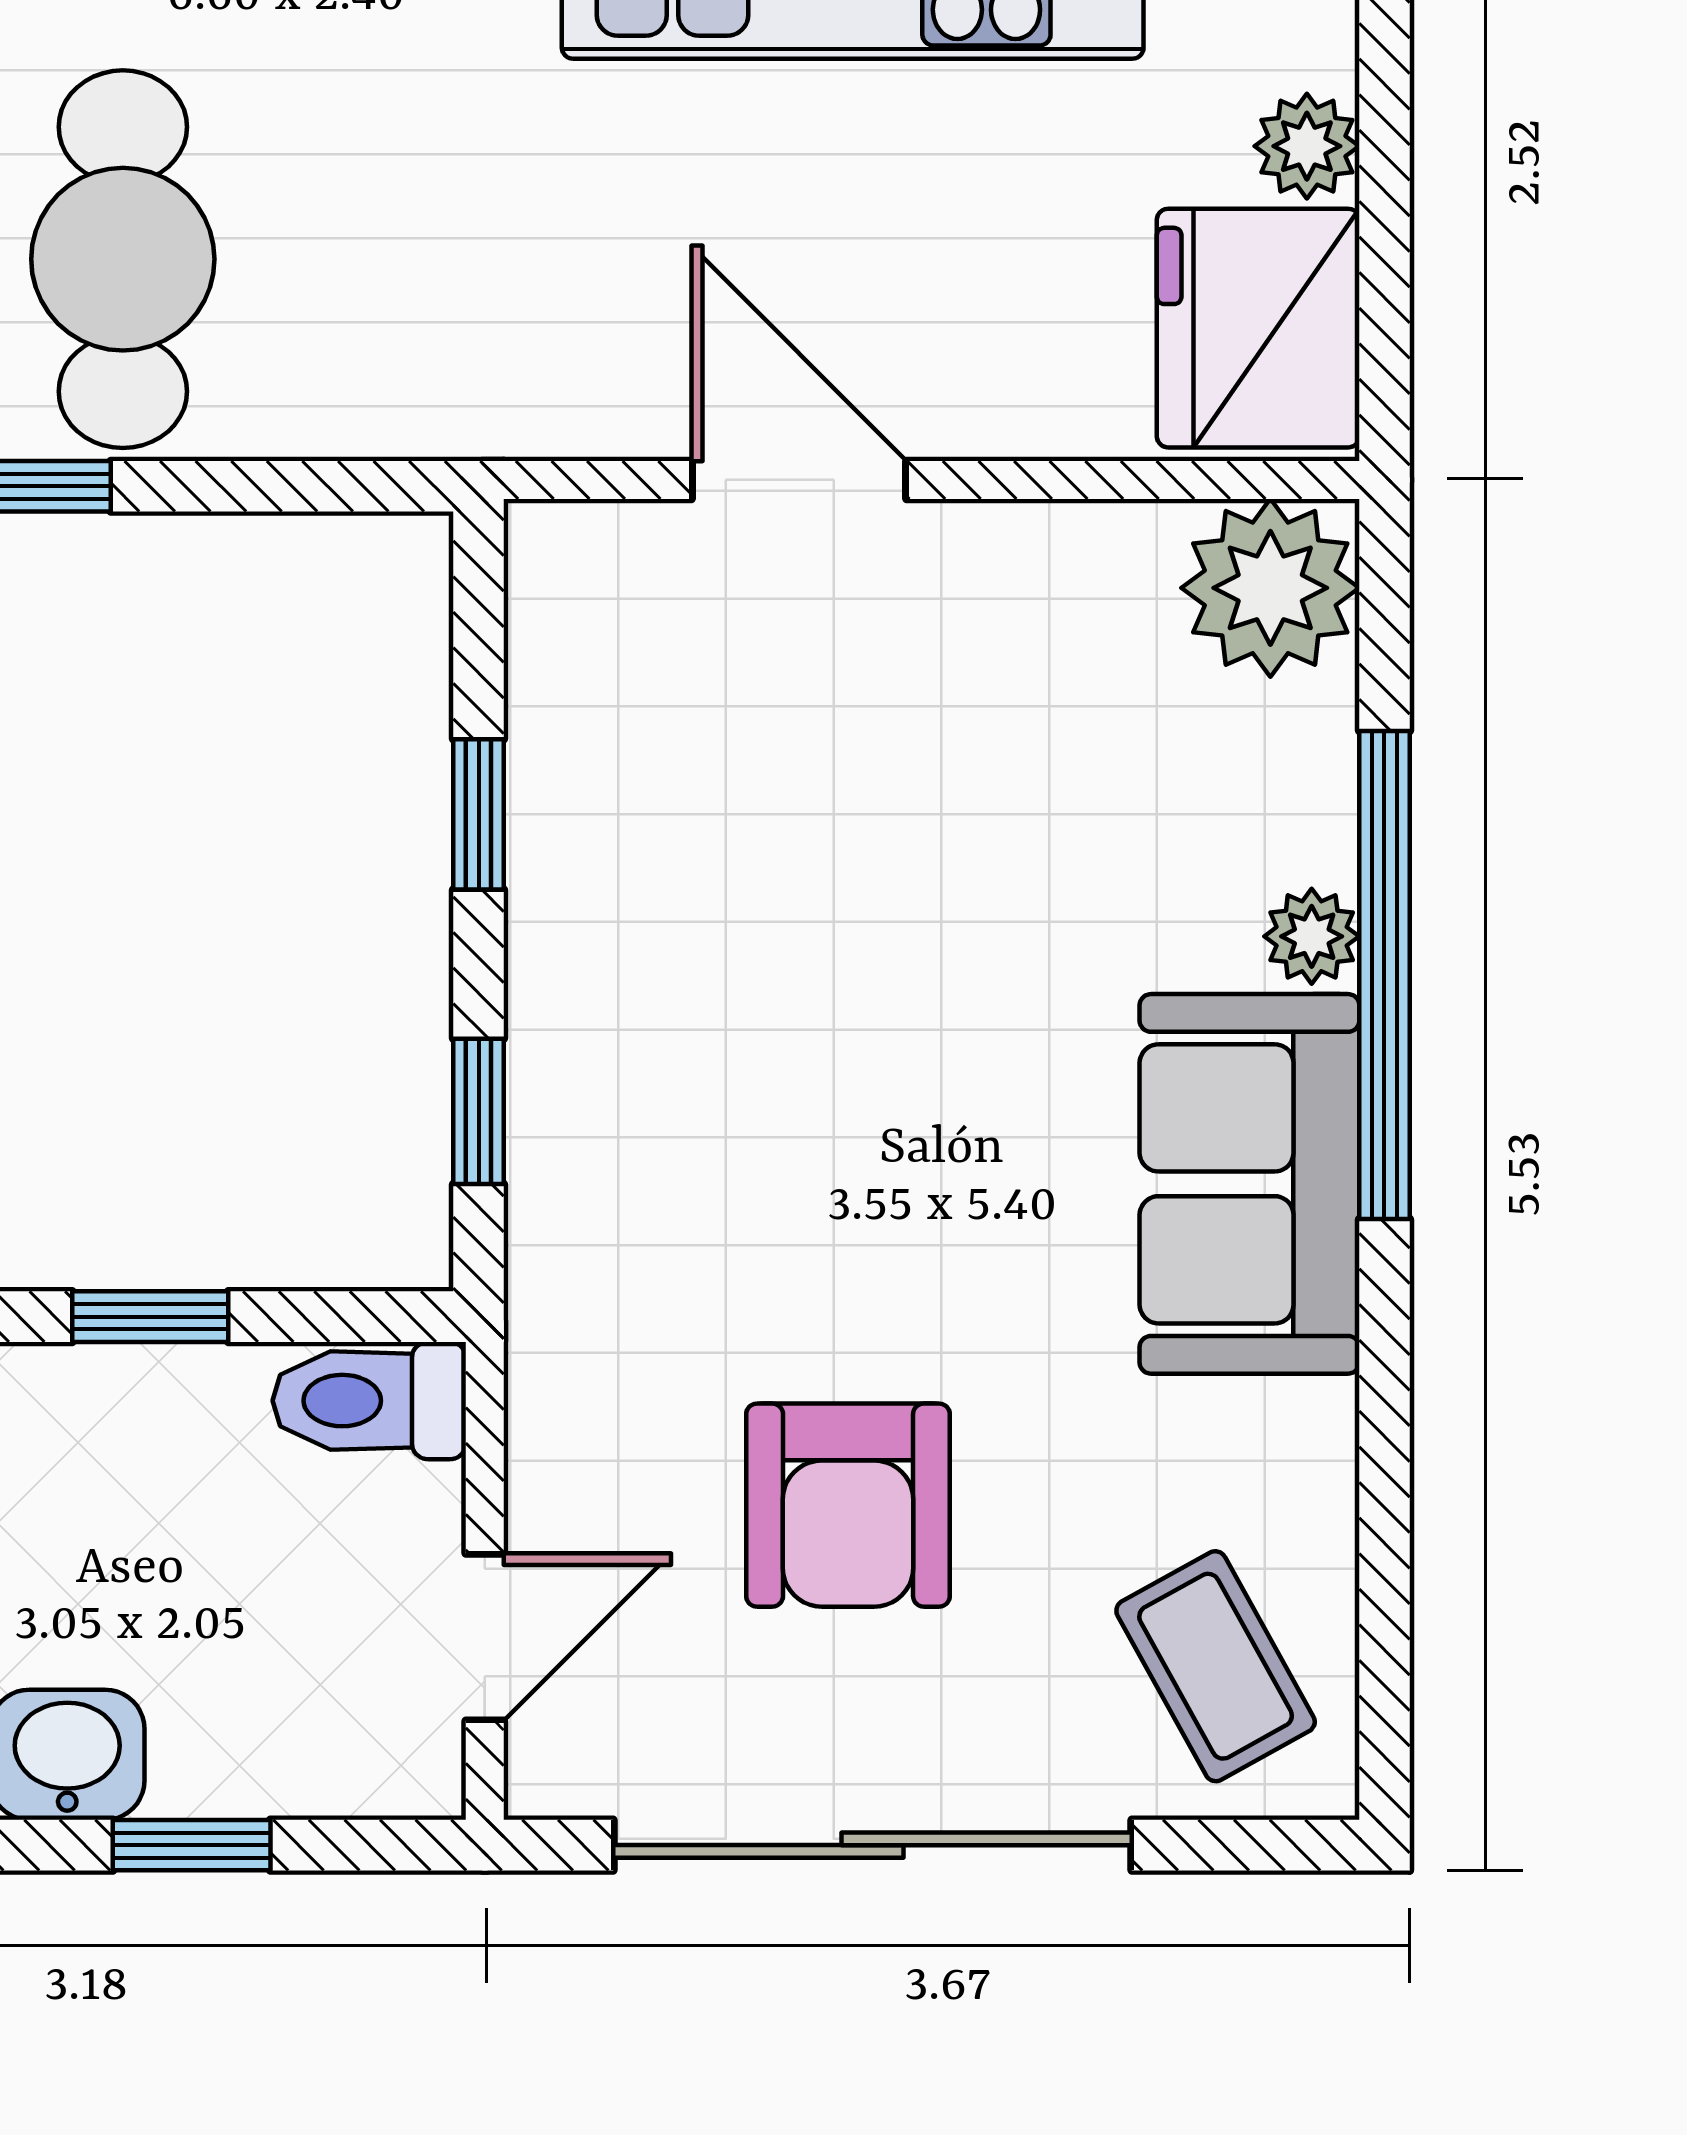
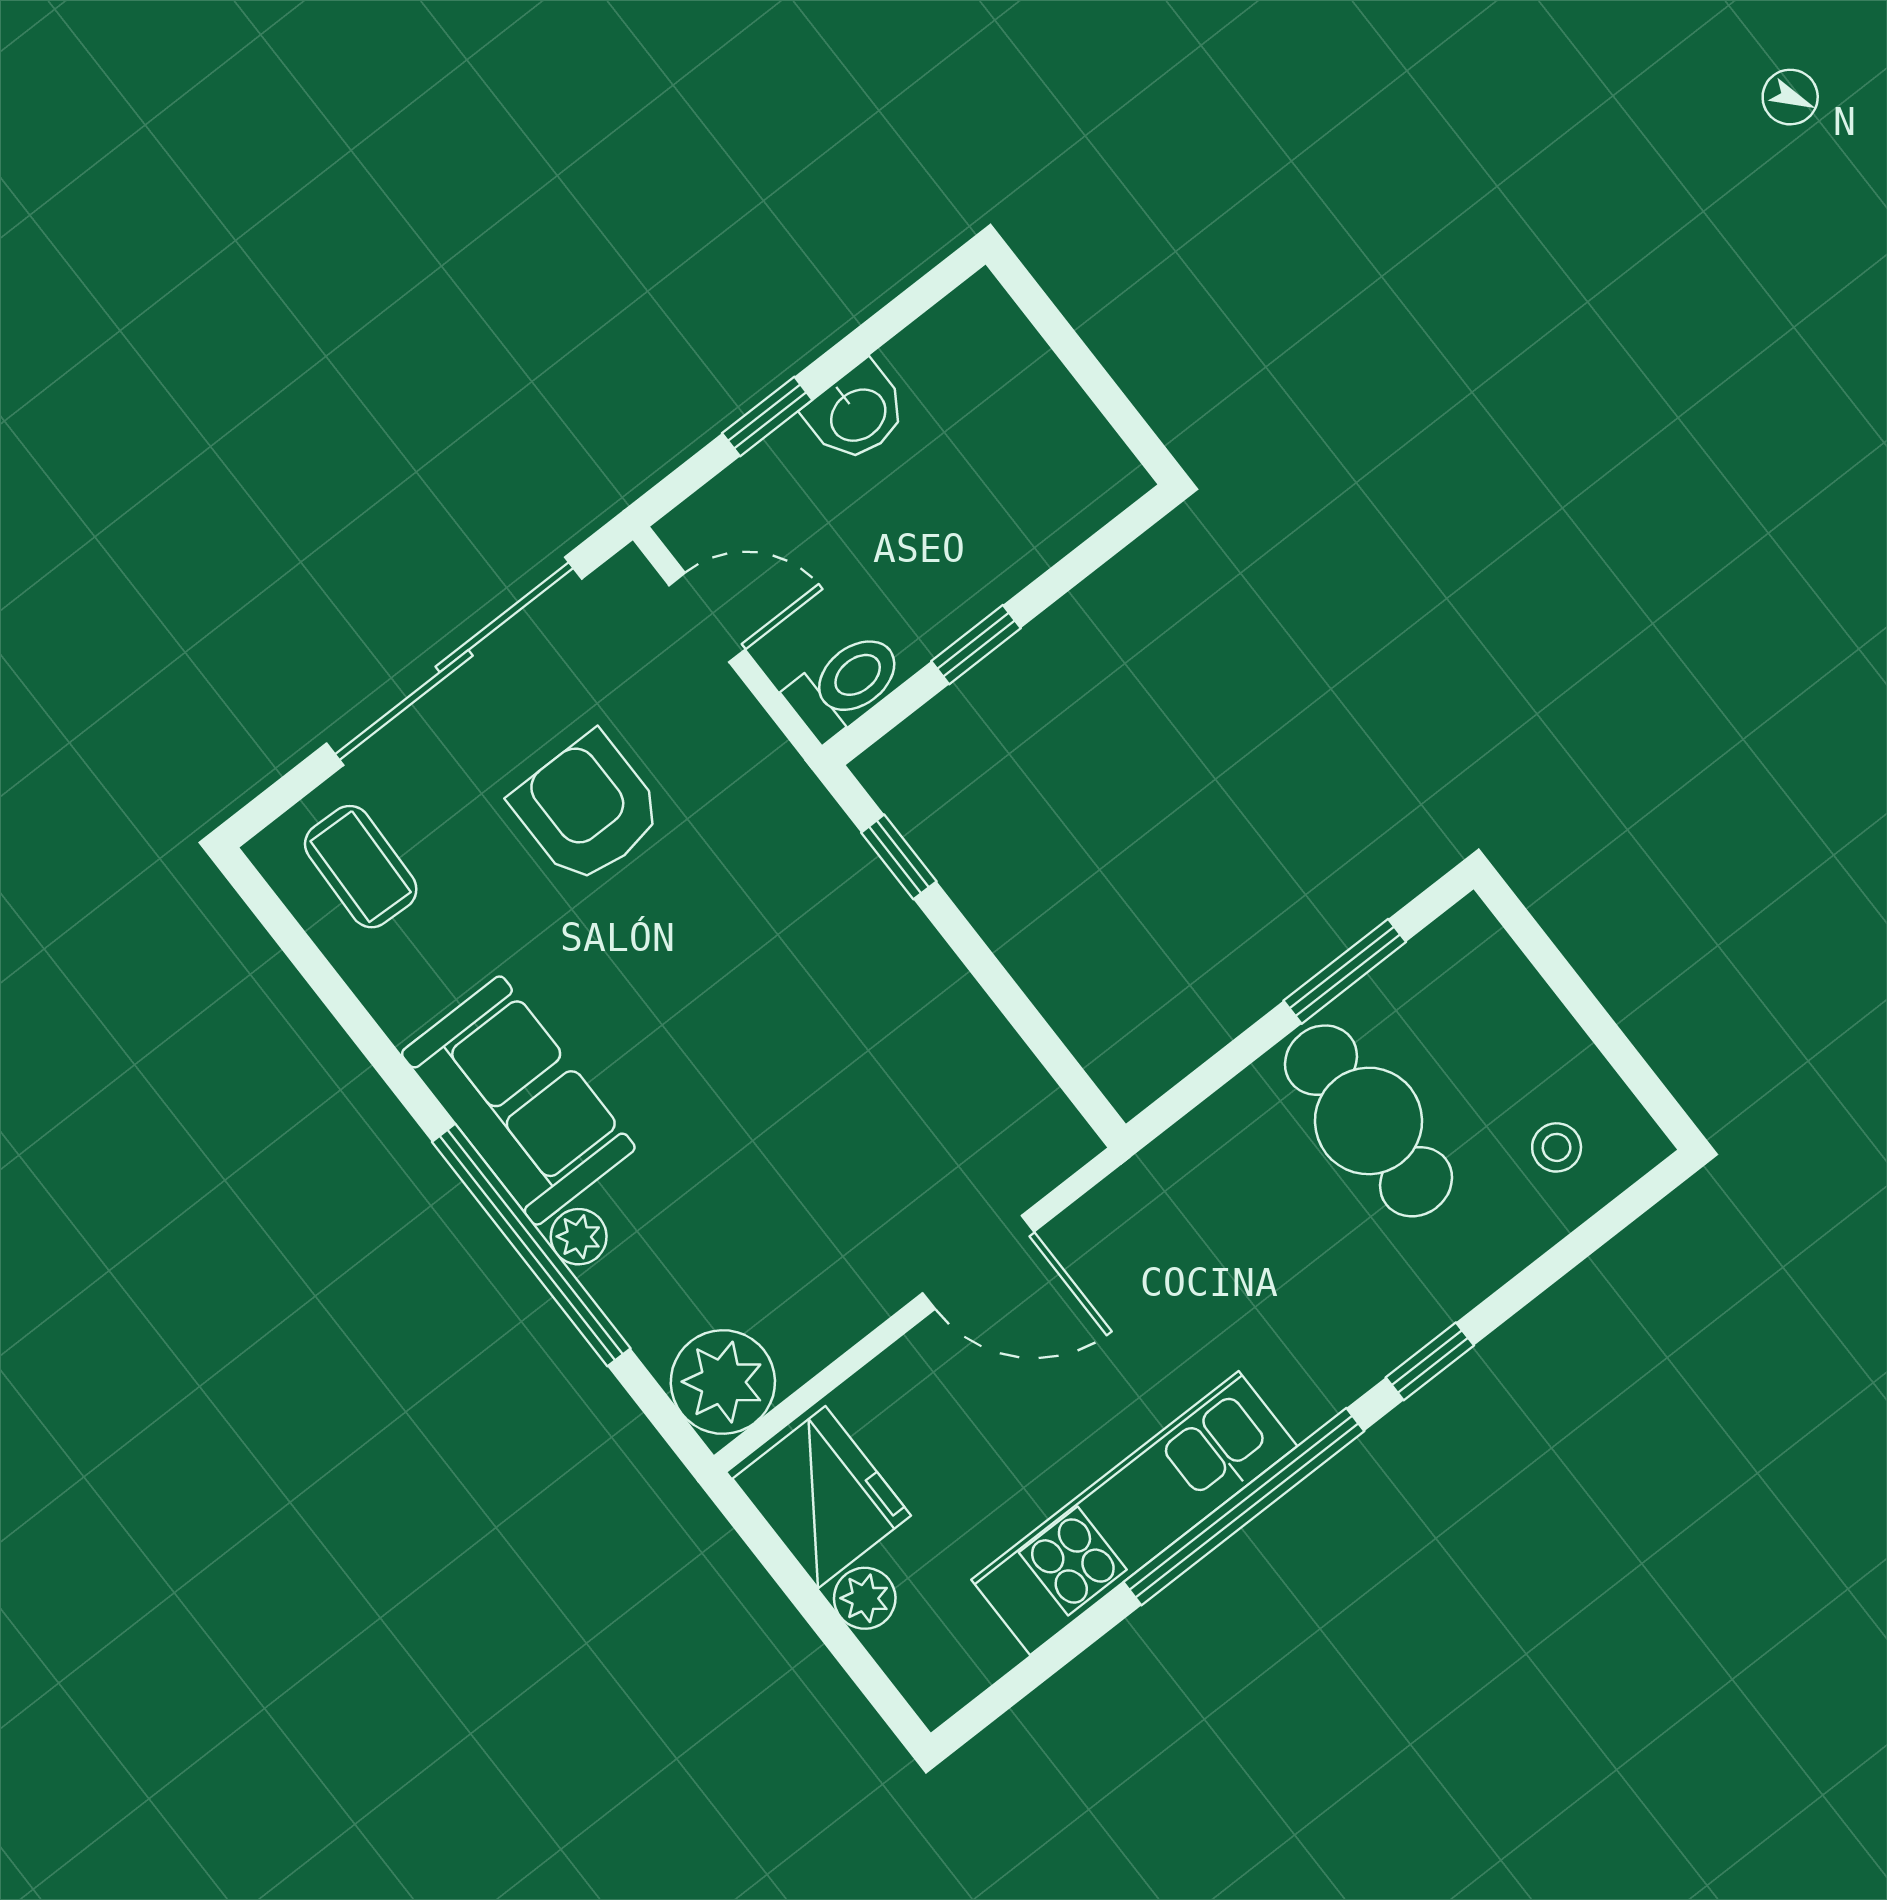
window: (479, 814) -> (1006, 994), removed
door: (485, 1637) -> (707, 617), swing flipped
coffee table: (1216, 1666) -> (361, 867), turned 31

